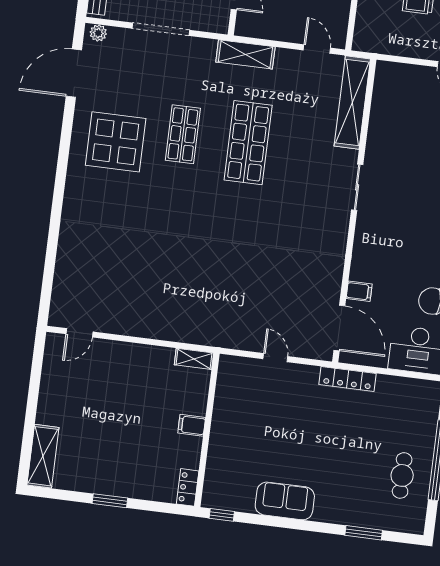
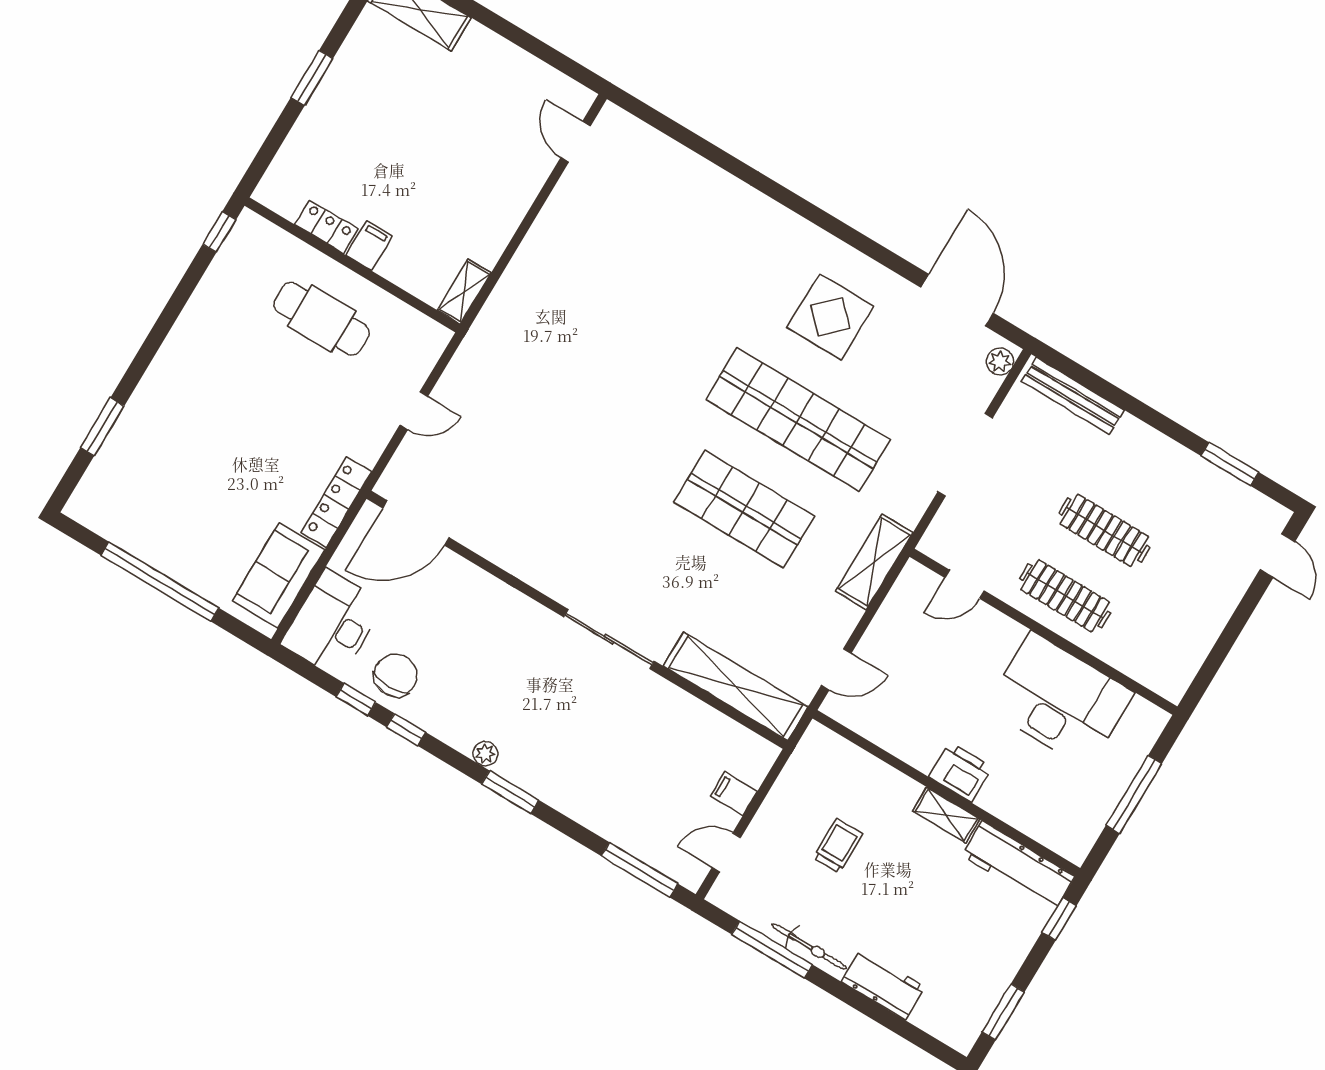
shop shelf: (183, 134) -> (798, 420), width x2.00, depth x1.36
display table: (116, 142) -> (830, 317), width x0.73, depth x0.73
sliding door: (357, 187) -> (609, 639), width x1.37
filing cabinet: (359, 291) -> (734, 794), moved, turned 90
cafe table: (402, 475) -> (322, 319), moved, width x1.37, depth x1.35
locker: (188, 487) -> (326, 227), moved
sofa: (285, 501) -> (278, 575), moved, turned 180

